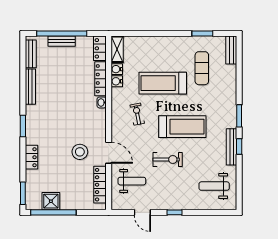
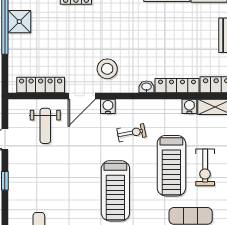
water cooler: (117, 81) -> (108, 106), moved
treadmill: (163, 83) -> (171, 166), turned 180
stool: (80, 152) -> (107, 69), moved
exercise bike: (168, 159) -> (205, 167), moved

